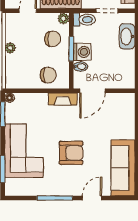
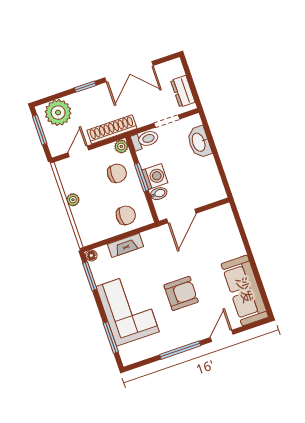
fireplace: (63, 99) -> (126, 245), moved

